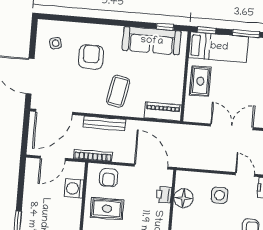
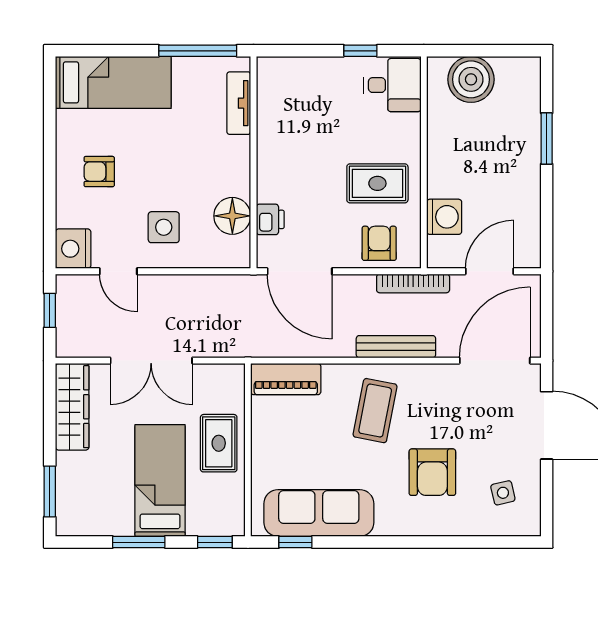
bed: (219, 47) -> (160, 481), moved, turned 90

